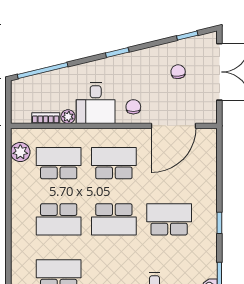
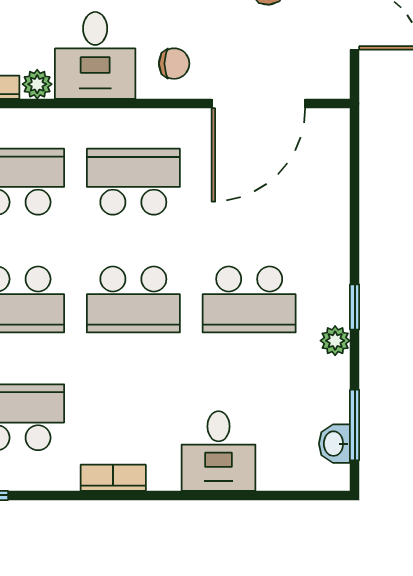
chair: (133, 107) -> (174, 64), turned 90
school desk: (169, 219) -> (249, 299), turned 180
plant: (210, 239) -> (335, 341), added

